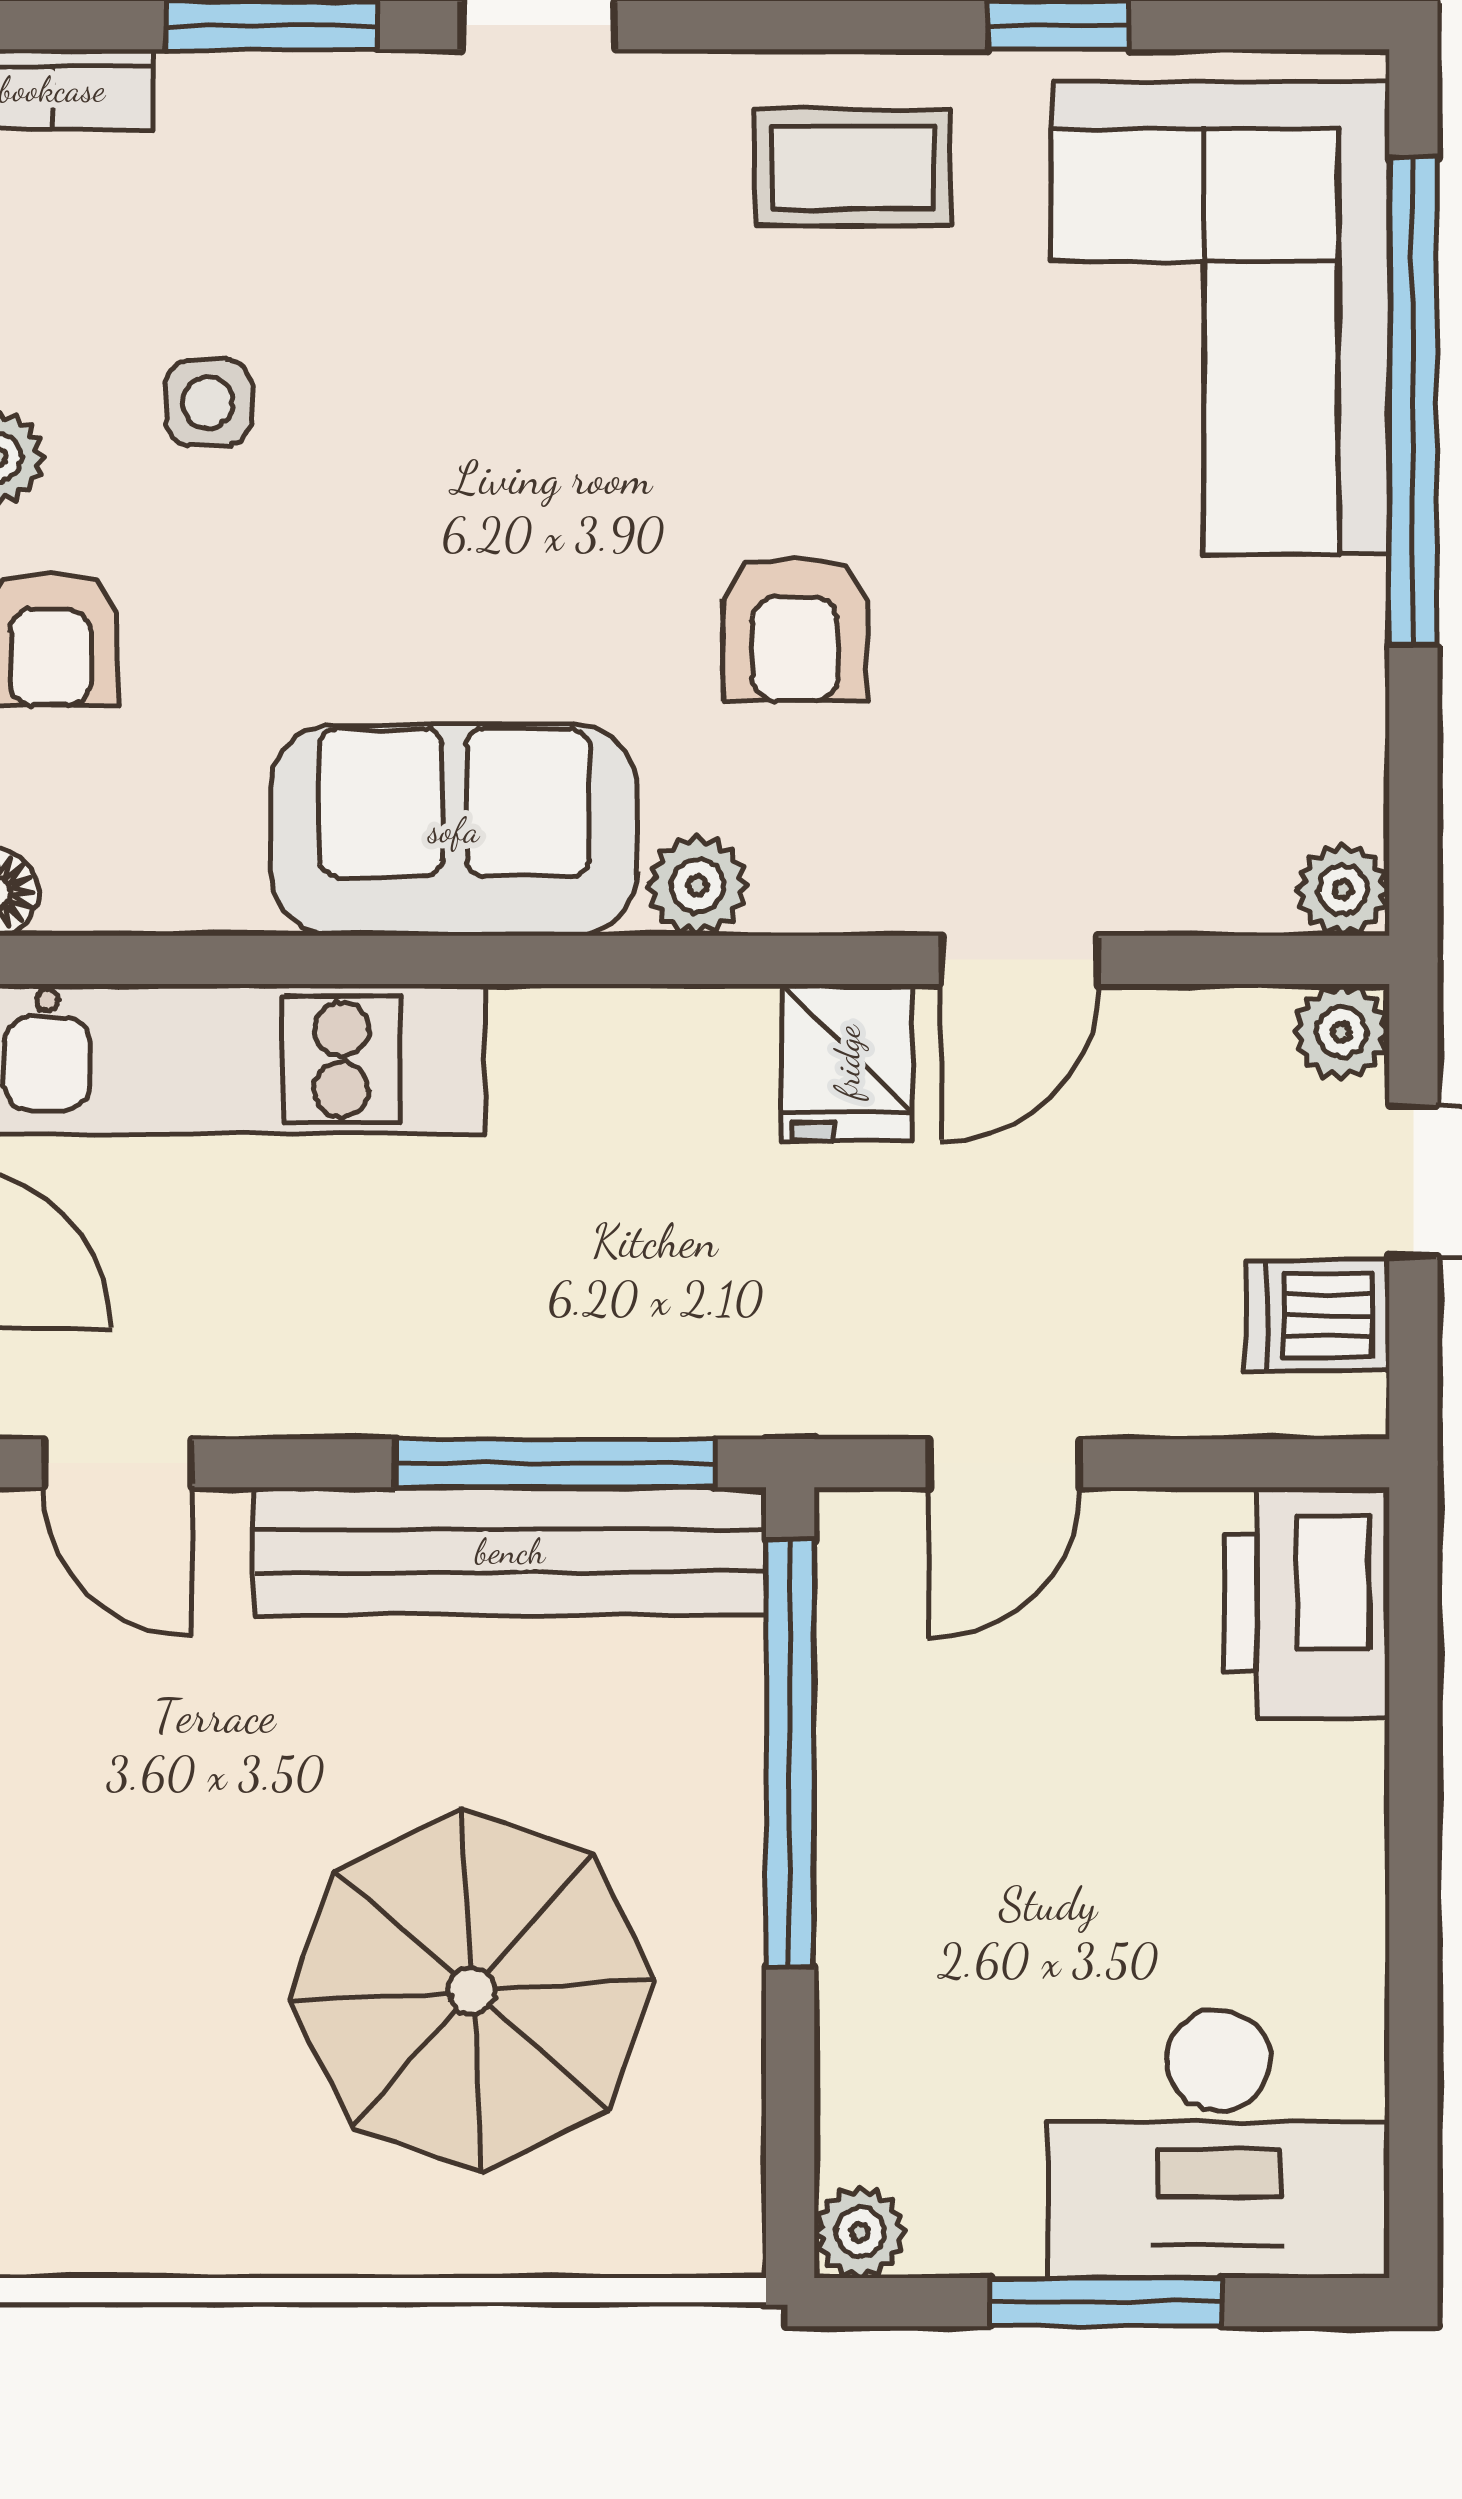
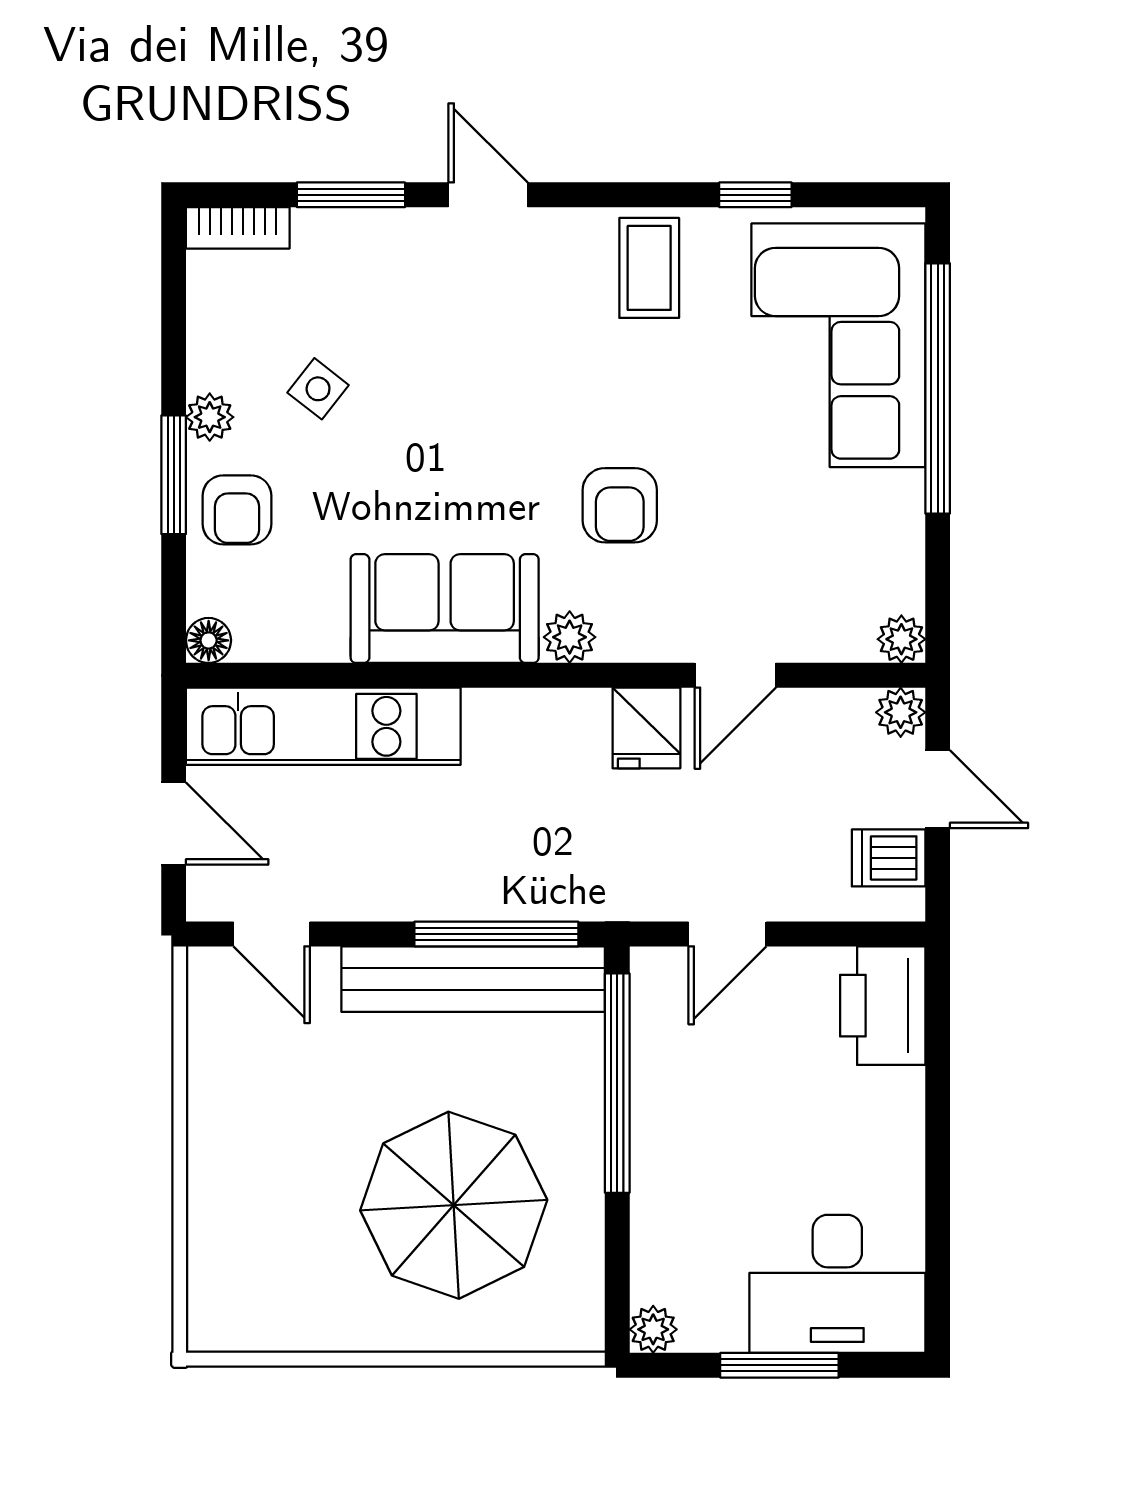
coffee table: (852, 168) -> (649, 268), turned 90
side table: (208, 403) -> (318, 389), turned 38

